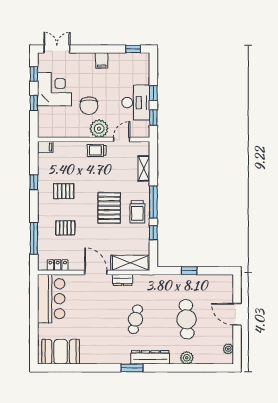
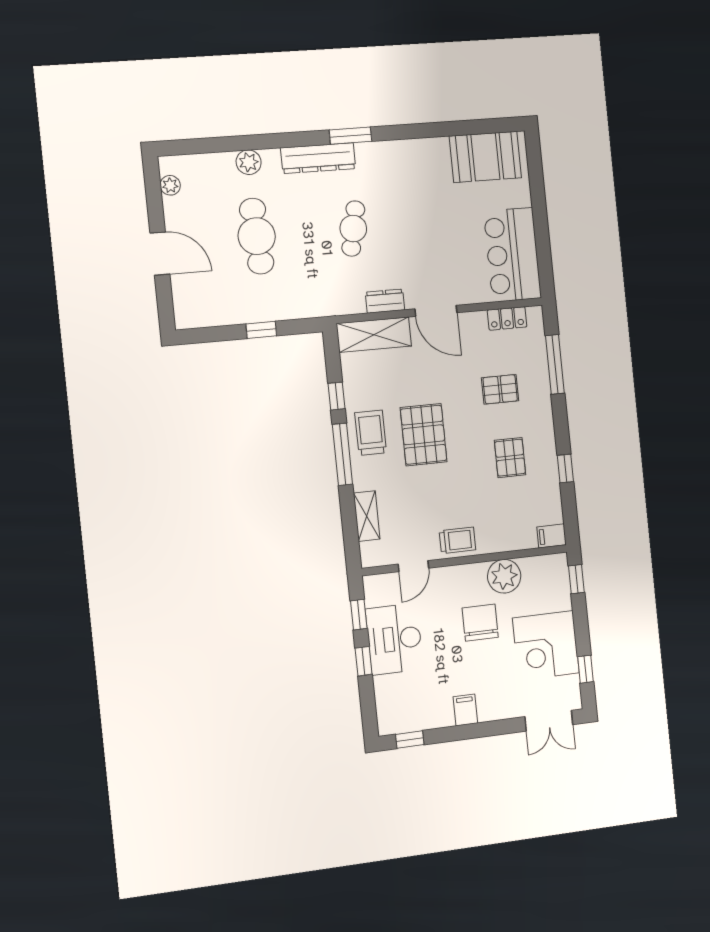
window: (34, 103) -> (576, 579), moved
plant: (99, 129) -> (504, 576), moved
pallet: (64, 191) -> (510, 458), turned 90

